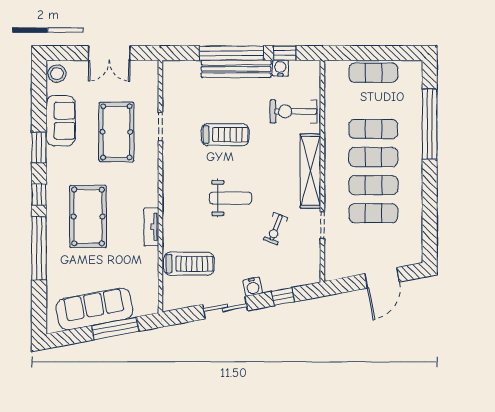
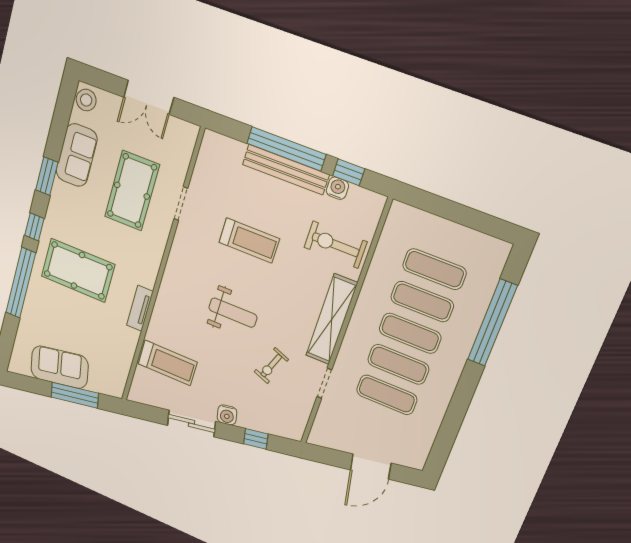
exercise mat: (373, 73) -> (434, 269), moved
pool table: (88, 216) -> (78, 270), turned 90
sofa: (94, 309) -> (60, 367), width x0.73

